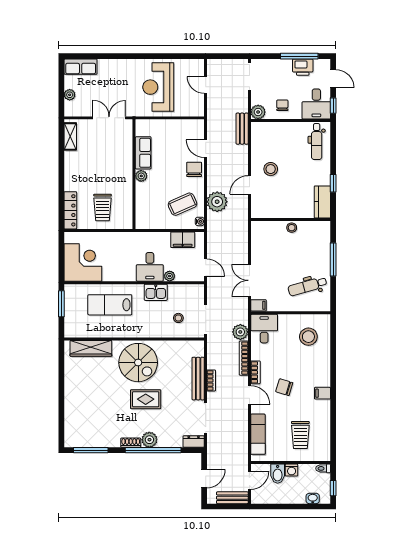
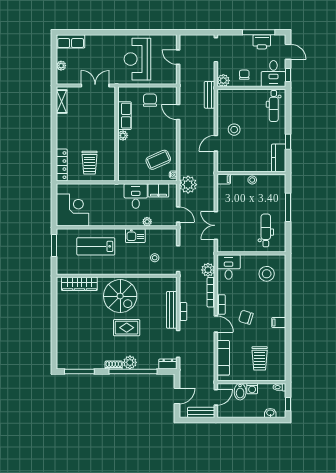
chair: (194, 169) -> (150, 100), moved
plant: (217, 202) -> (188, 185), moved
desk: (150, 267) -> (136, 196), moved, turned 180
dental chair: (307, 286) -> (266, 230), turned 106
filing cabinet: (258, 305) -> (224, 179), moved

